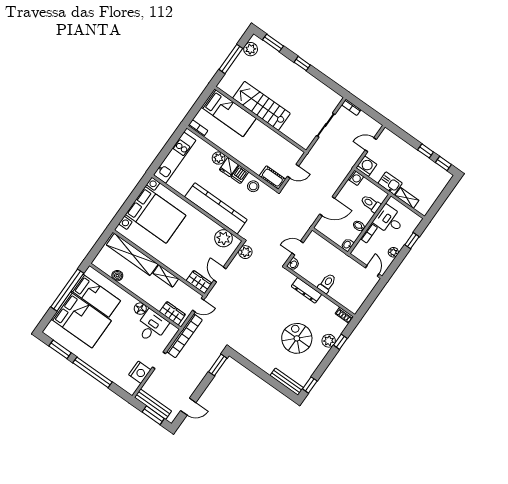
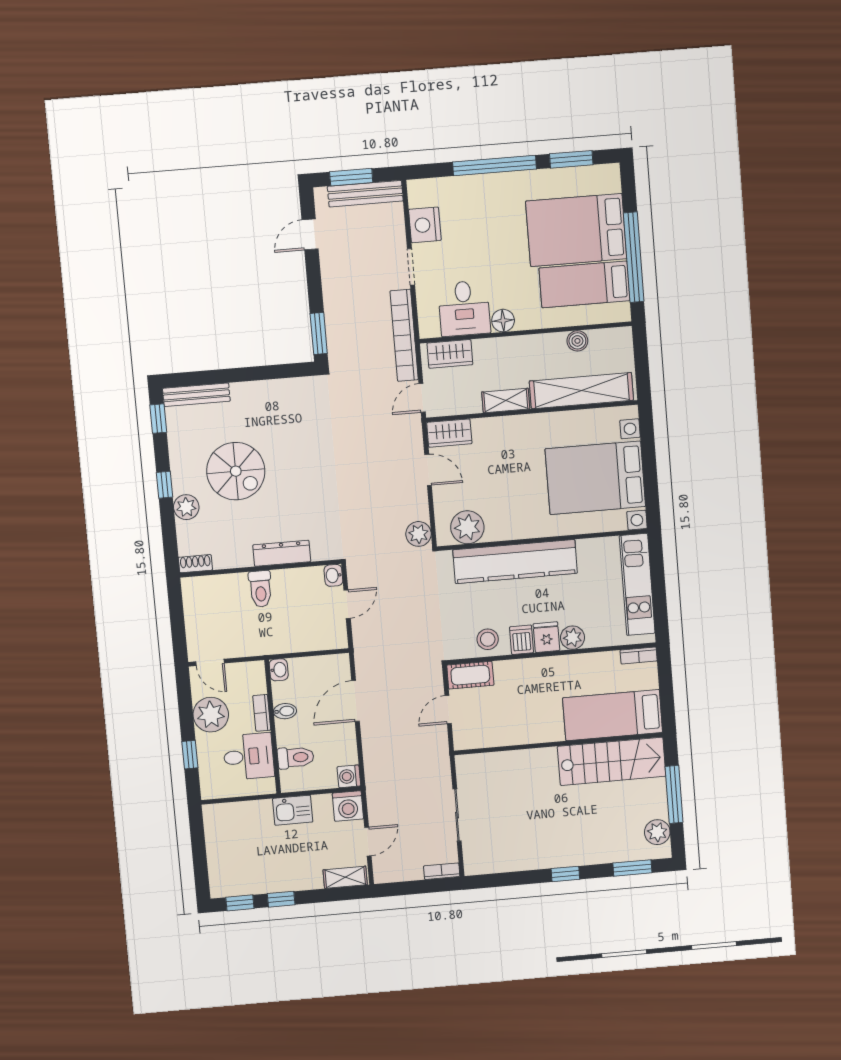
stairs: (261, 106) -> (612, 761), moved
shelving: (407, 198) -> (345, 877), moved
plant: (393, 252) -> (211, 715), width x1.87, depth x1.87
window: (340, 342) -> (164, 485), moved

